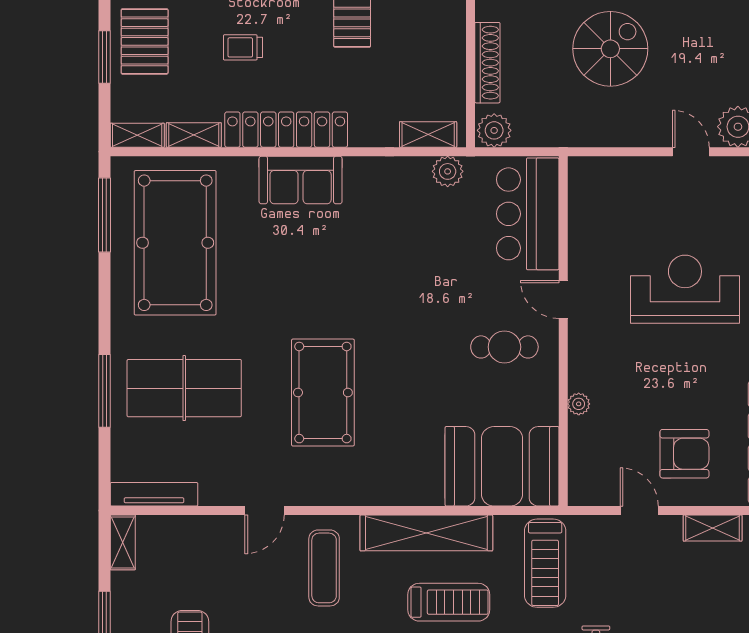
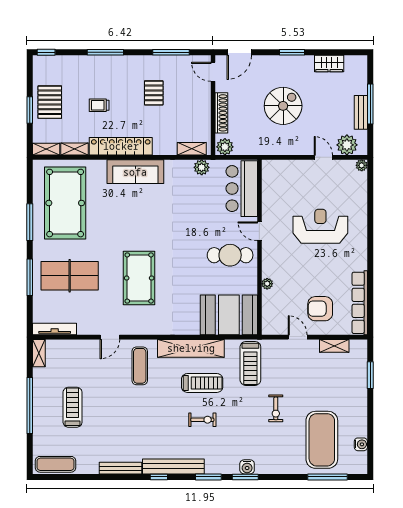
sofa: (301, 180) -> (135, 172), width x1.36
window: (105, 215) -> (30, 222), moved
cafe table: (504, 347) -> (230, 255), width x1.37, depth x1.35
armchair: (684, 454) -> (320, 309), turned 180

